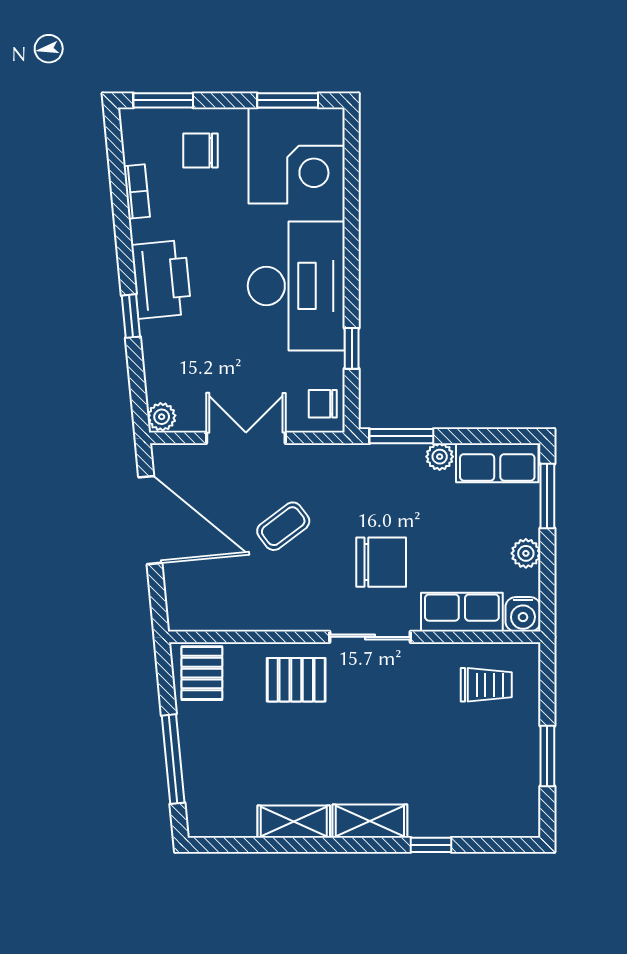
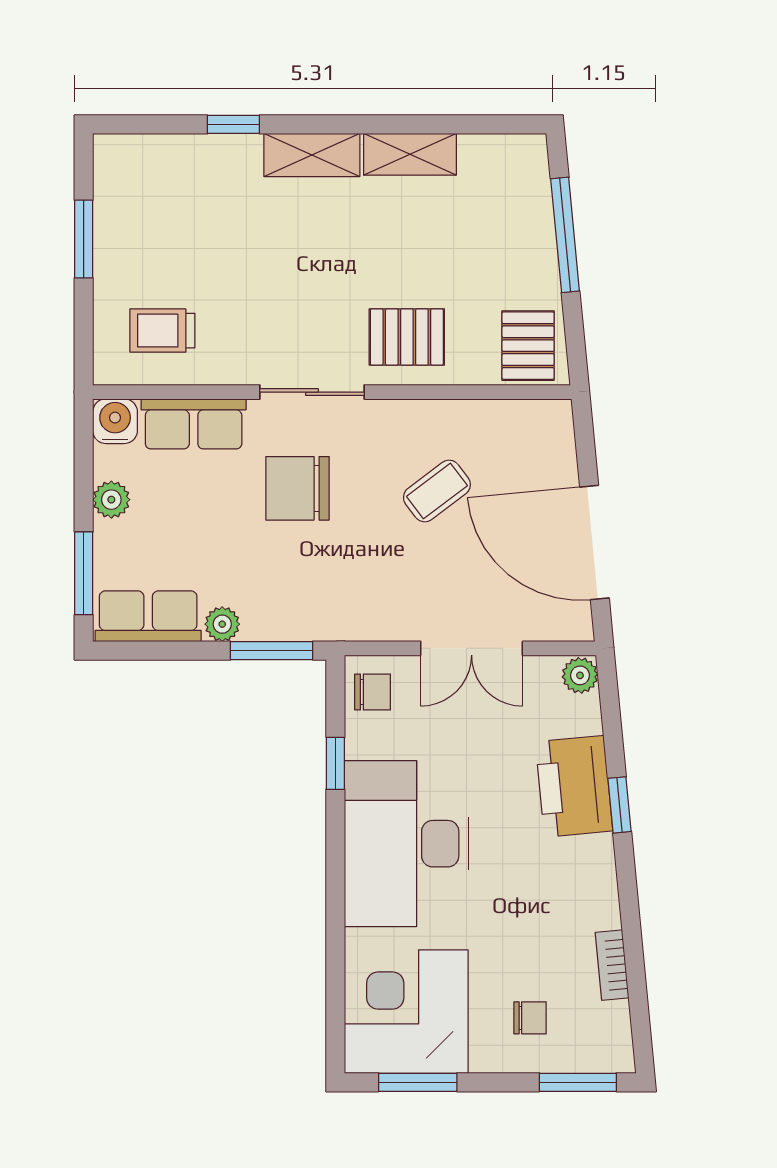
chair: (200, 151) -> (530, 1018), width x0.73, depth x0.73
printer: (161, 279) -> (574, 786), moved
coffee table: (283, 526) -> (437, 491), moved

